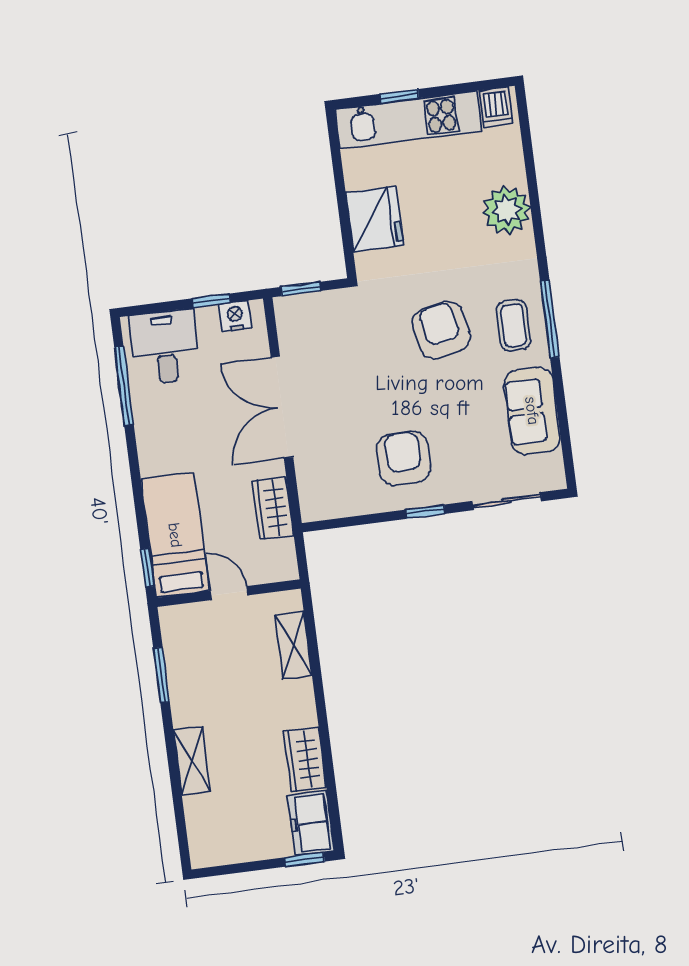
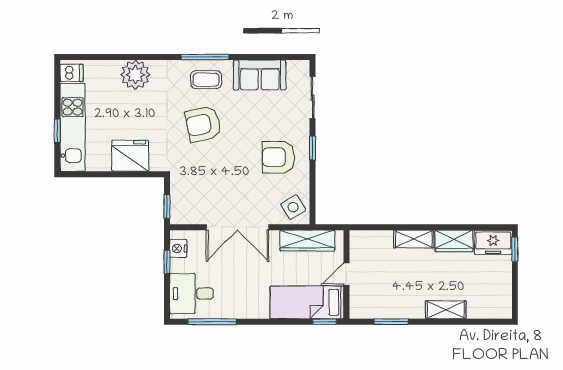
side table: (326, 493) -> (293, 207), added
wardrobe: (273, 508) -> (307, 241), width x1.50
shelving: (293, 645) -> (414, 239), moved

